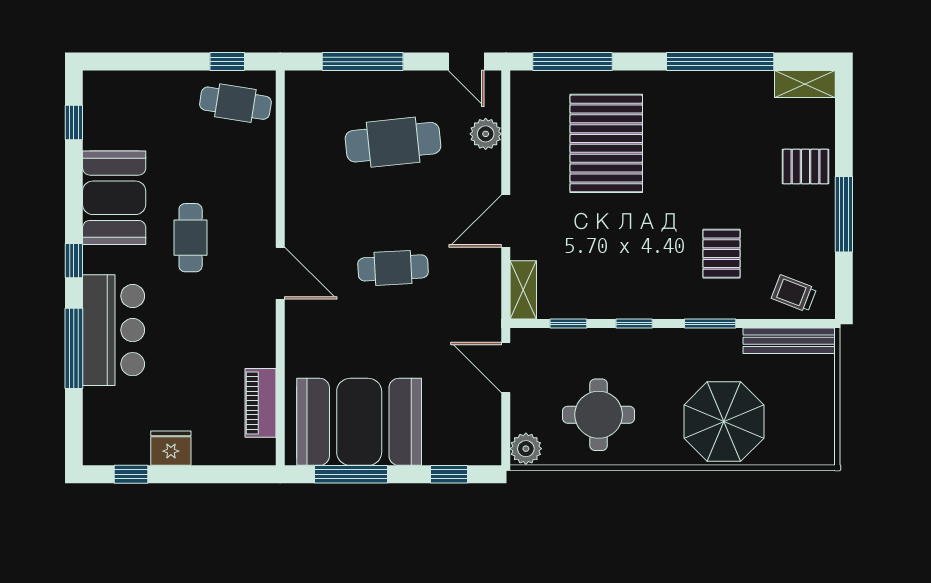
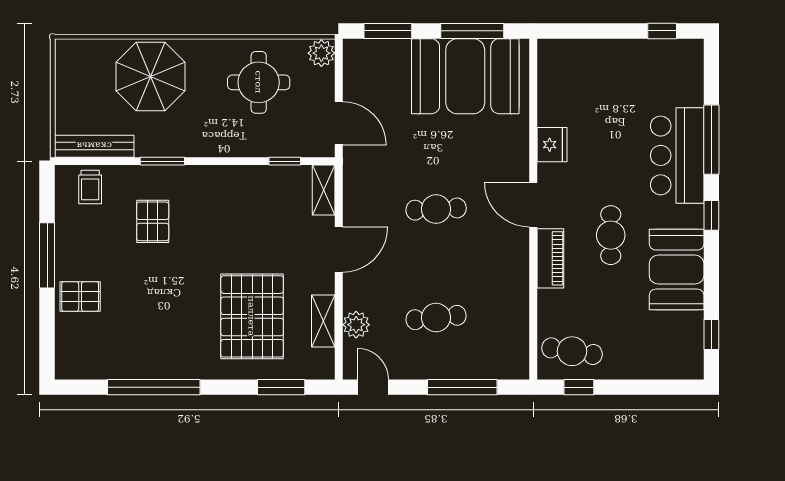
window: (573, 62) -> (281, 387), width x0.69
shelving: (805, 84) -> (323, 321), moved, turned 90
cafe table: (393, 142) -> (436, 318), width x0.73, depth x0.74
trolley: (794, 293) -> (90, 187), turned 69
window: (634, 324) -> (228, 161), removed
piano: (260, 403) -> (550, 258), moved
fridge: (171, 448) -> (552, 145), moved, turned -90
window: (449, 474) -> (388, 31), width x1.50

